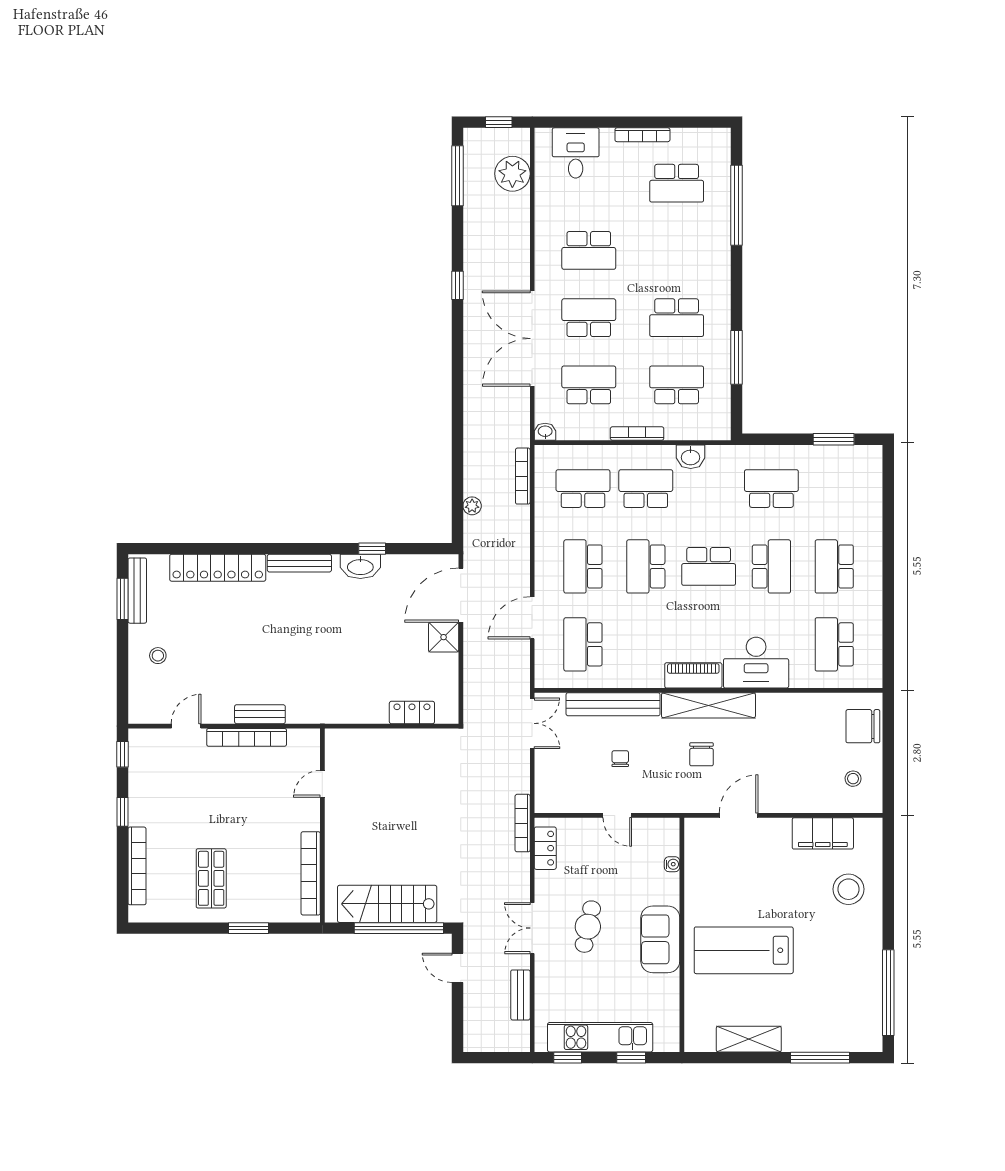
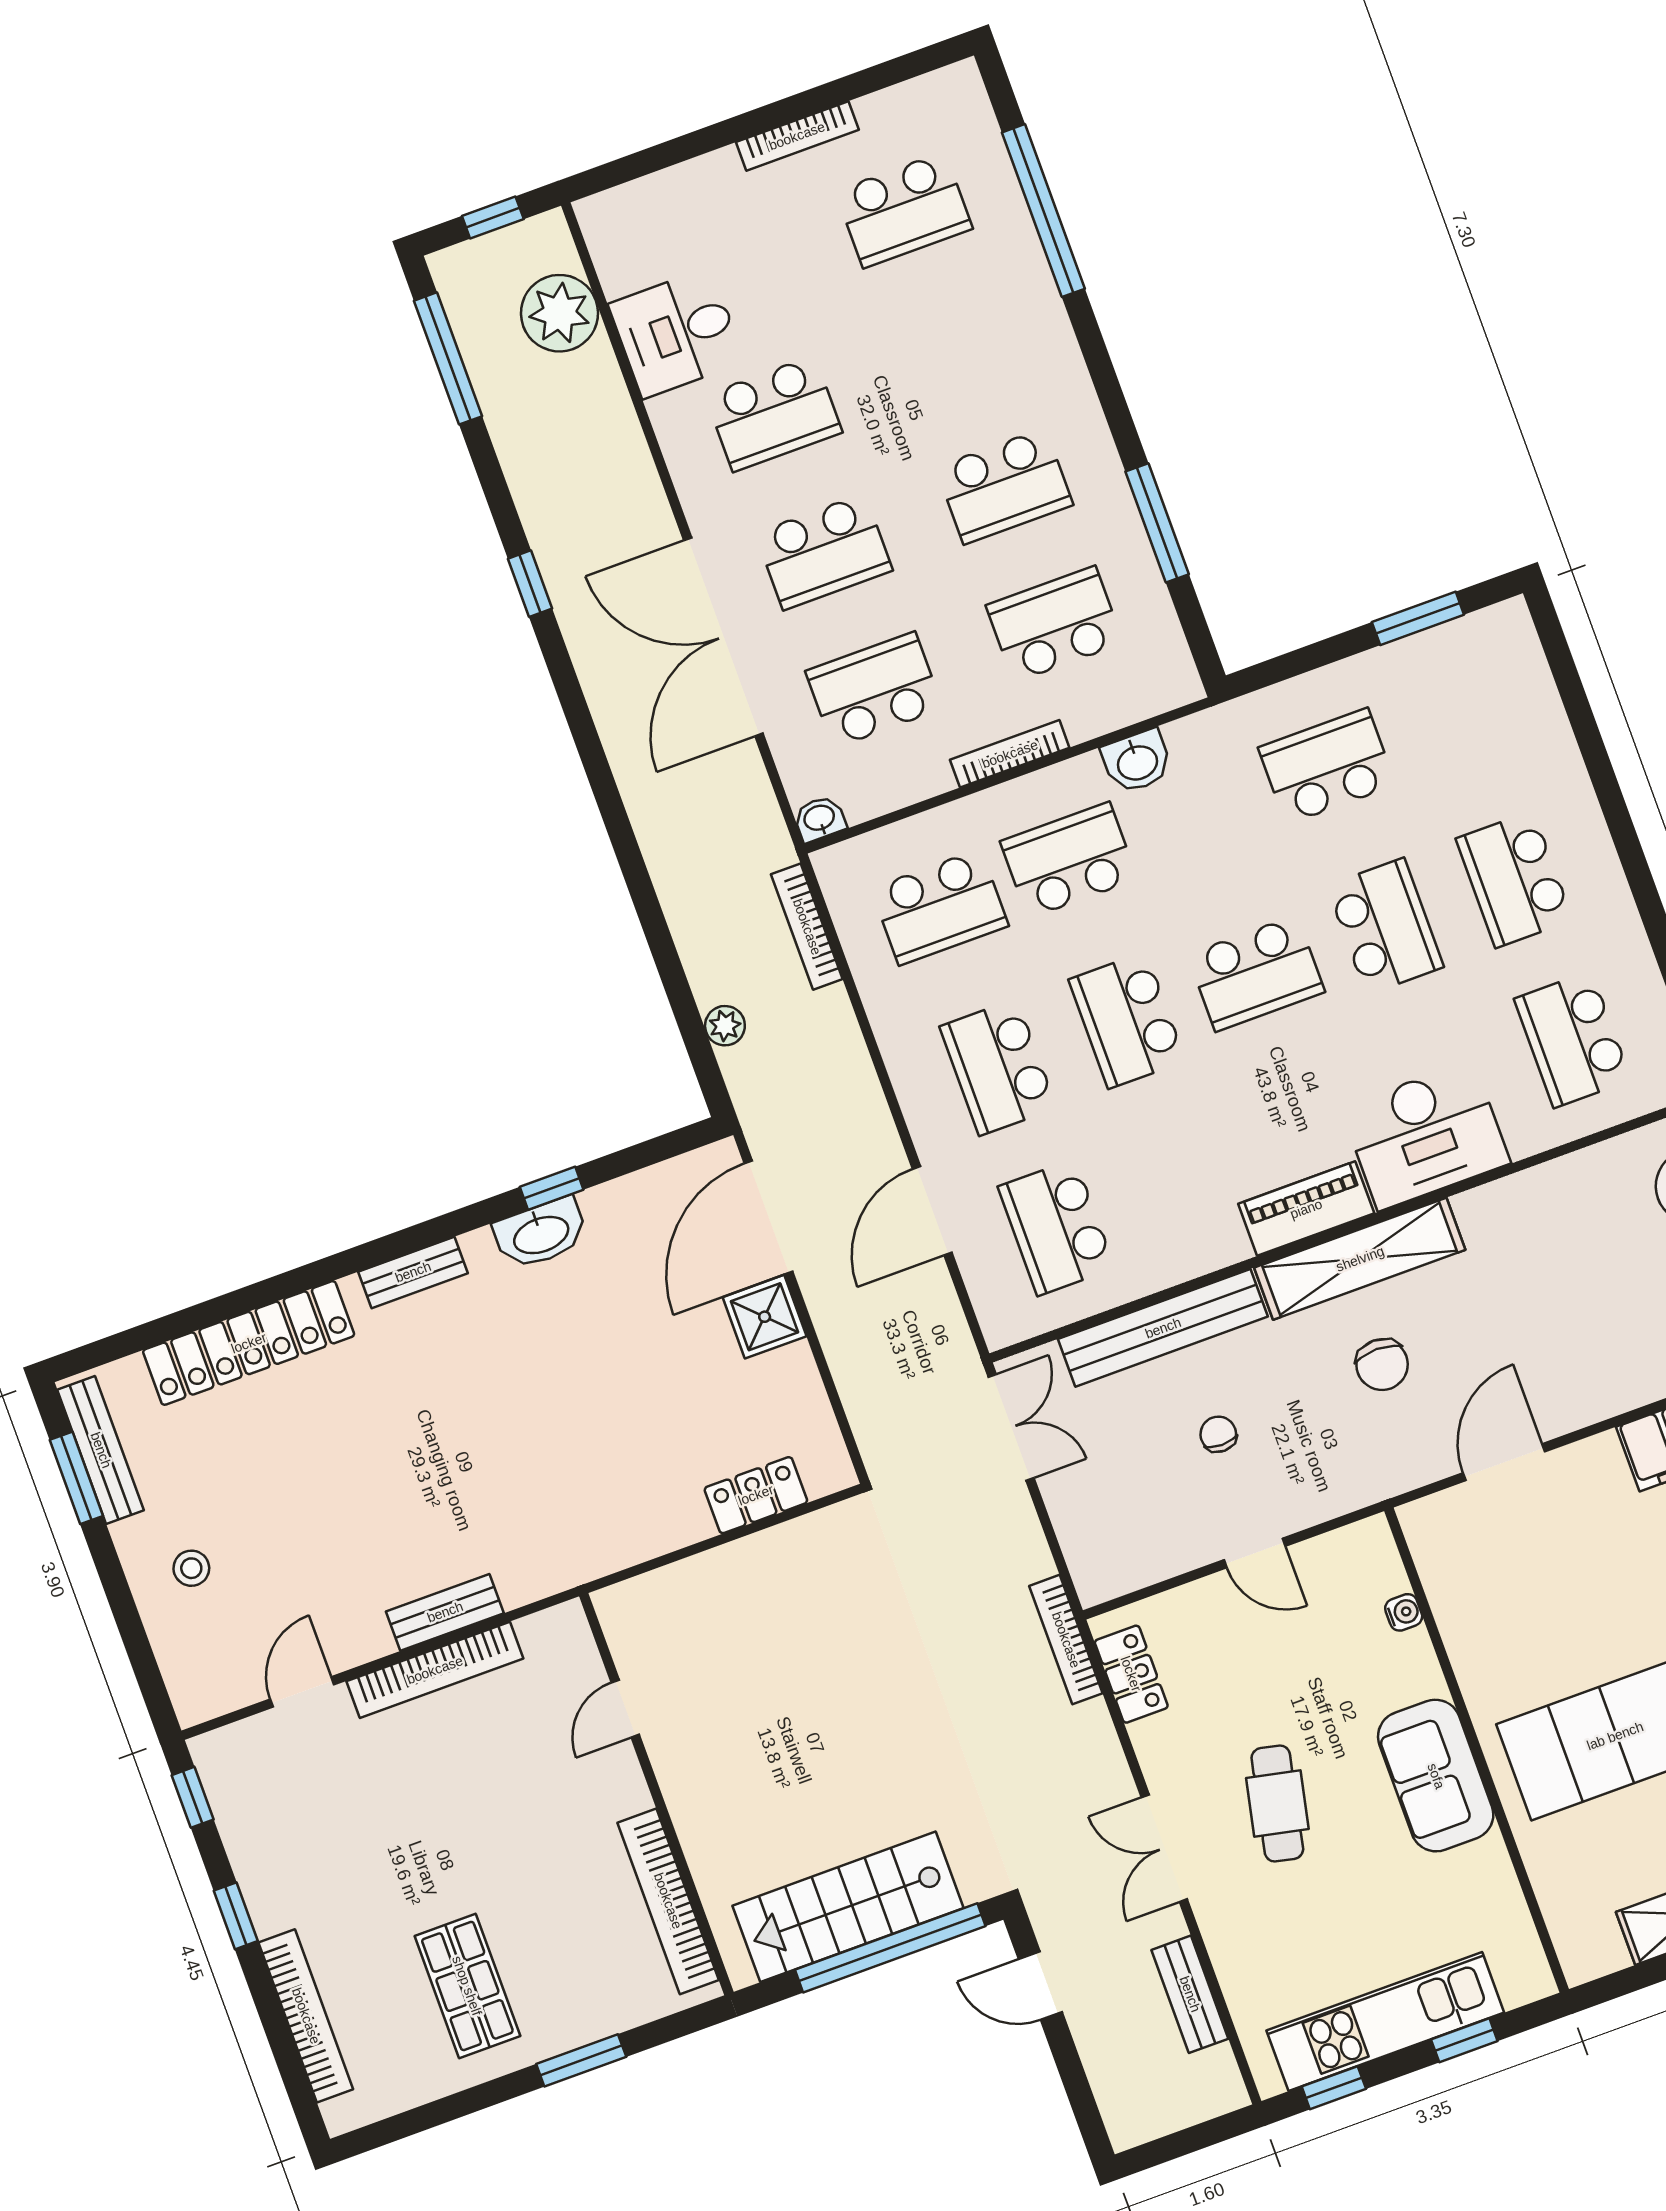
desk: (576, 153) -> (677, 333), moved, turned -90
school desk: (589, 318) -> (824, 552), turned 180
school desk: (583, 489) -> (940, 907), turned 180
bench: (299, 563) -> (413, 1272), width x0.73

